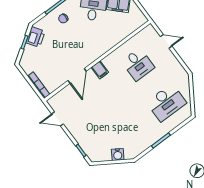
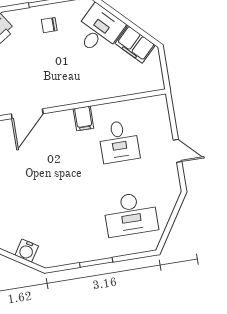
door: (166, 41) -> (177, 151), moved
filing cabinet: (100, 70) -> (83, 118), moved

